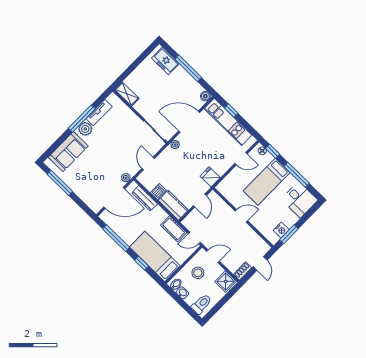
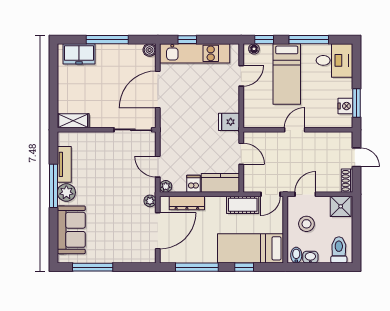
plant: (175, 145) -> (166, 186), moved

